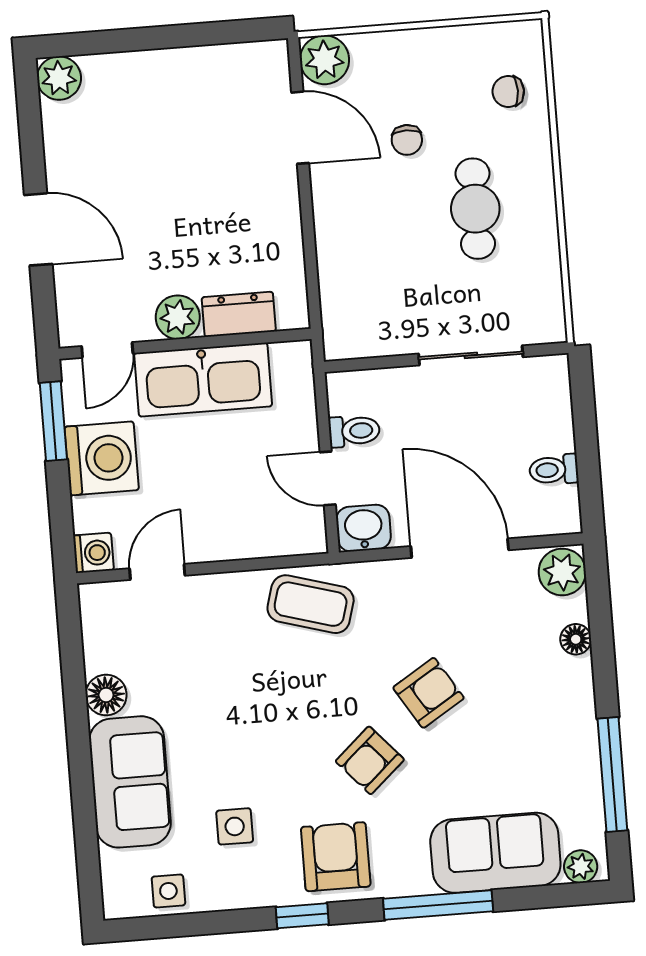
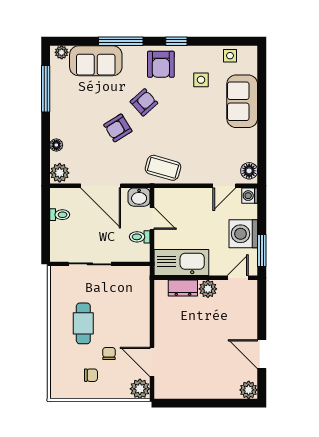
chair: (508, 91) -> (91, 375), moved
door: (38, 229) -> (262, 354), moved
kitchen sink: (203, 380) -> (181, 263), moved
floor lamp: (106, 695) -> (249, 171), moved

